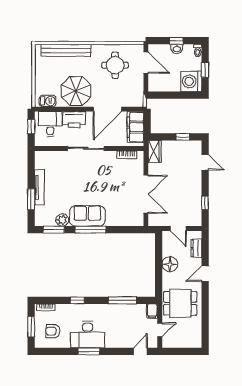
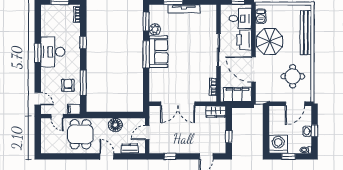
armchair: (53, 331) -> (68, 85), moved

